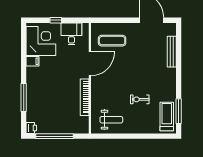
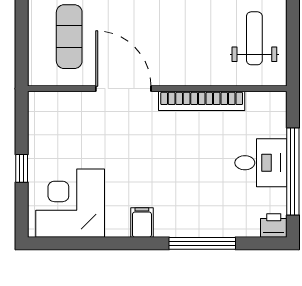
desk: (71, 34) -> (261, 163), moved, turned 180
filing cabinet: (33, 61) -> (142, 223), moved

